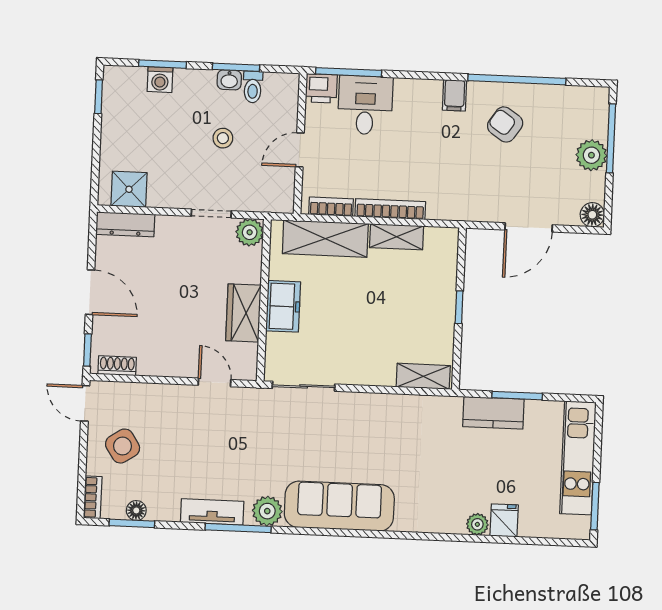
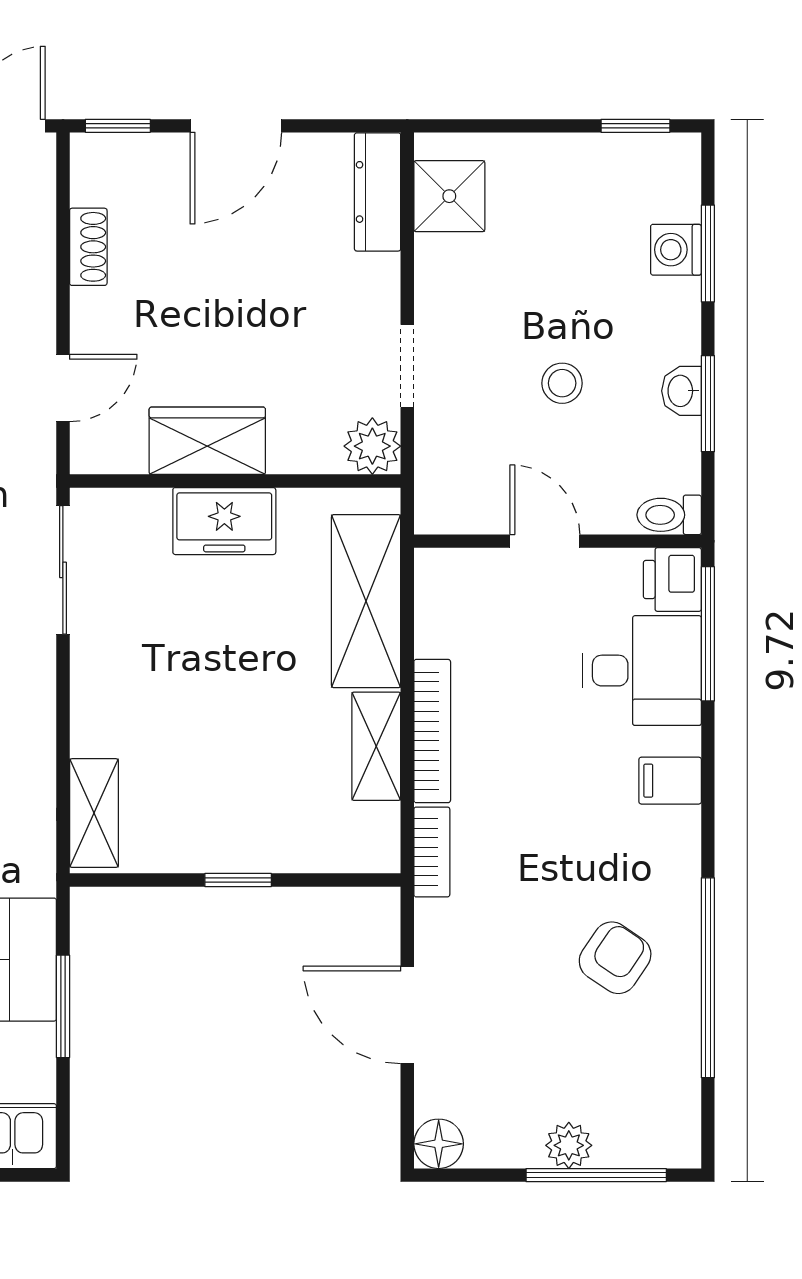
toilet: (253, 87) -> (669, 515), moved
filing cabinet: (455, 95) -> (670, 781), moved
plant: (591, 155) -> (569, 1145), width x0.73, depth x0.73
bookcase: (331, 207) -> (432, 852), moved
shoe rack: (117, 366) -> (88, 247), moved

